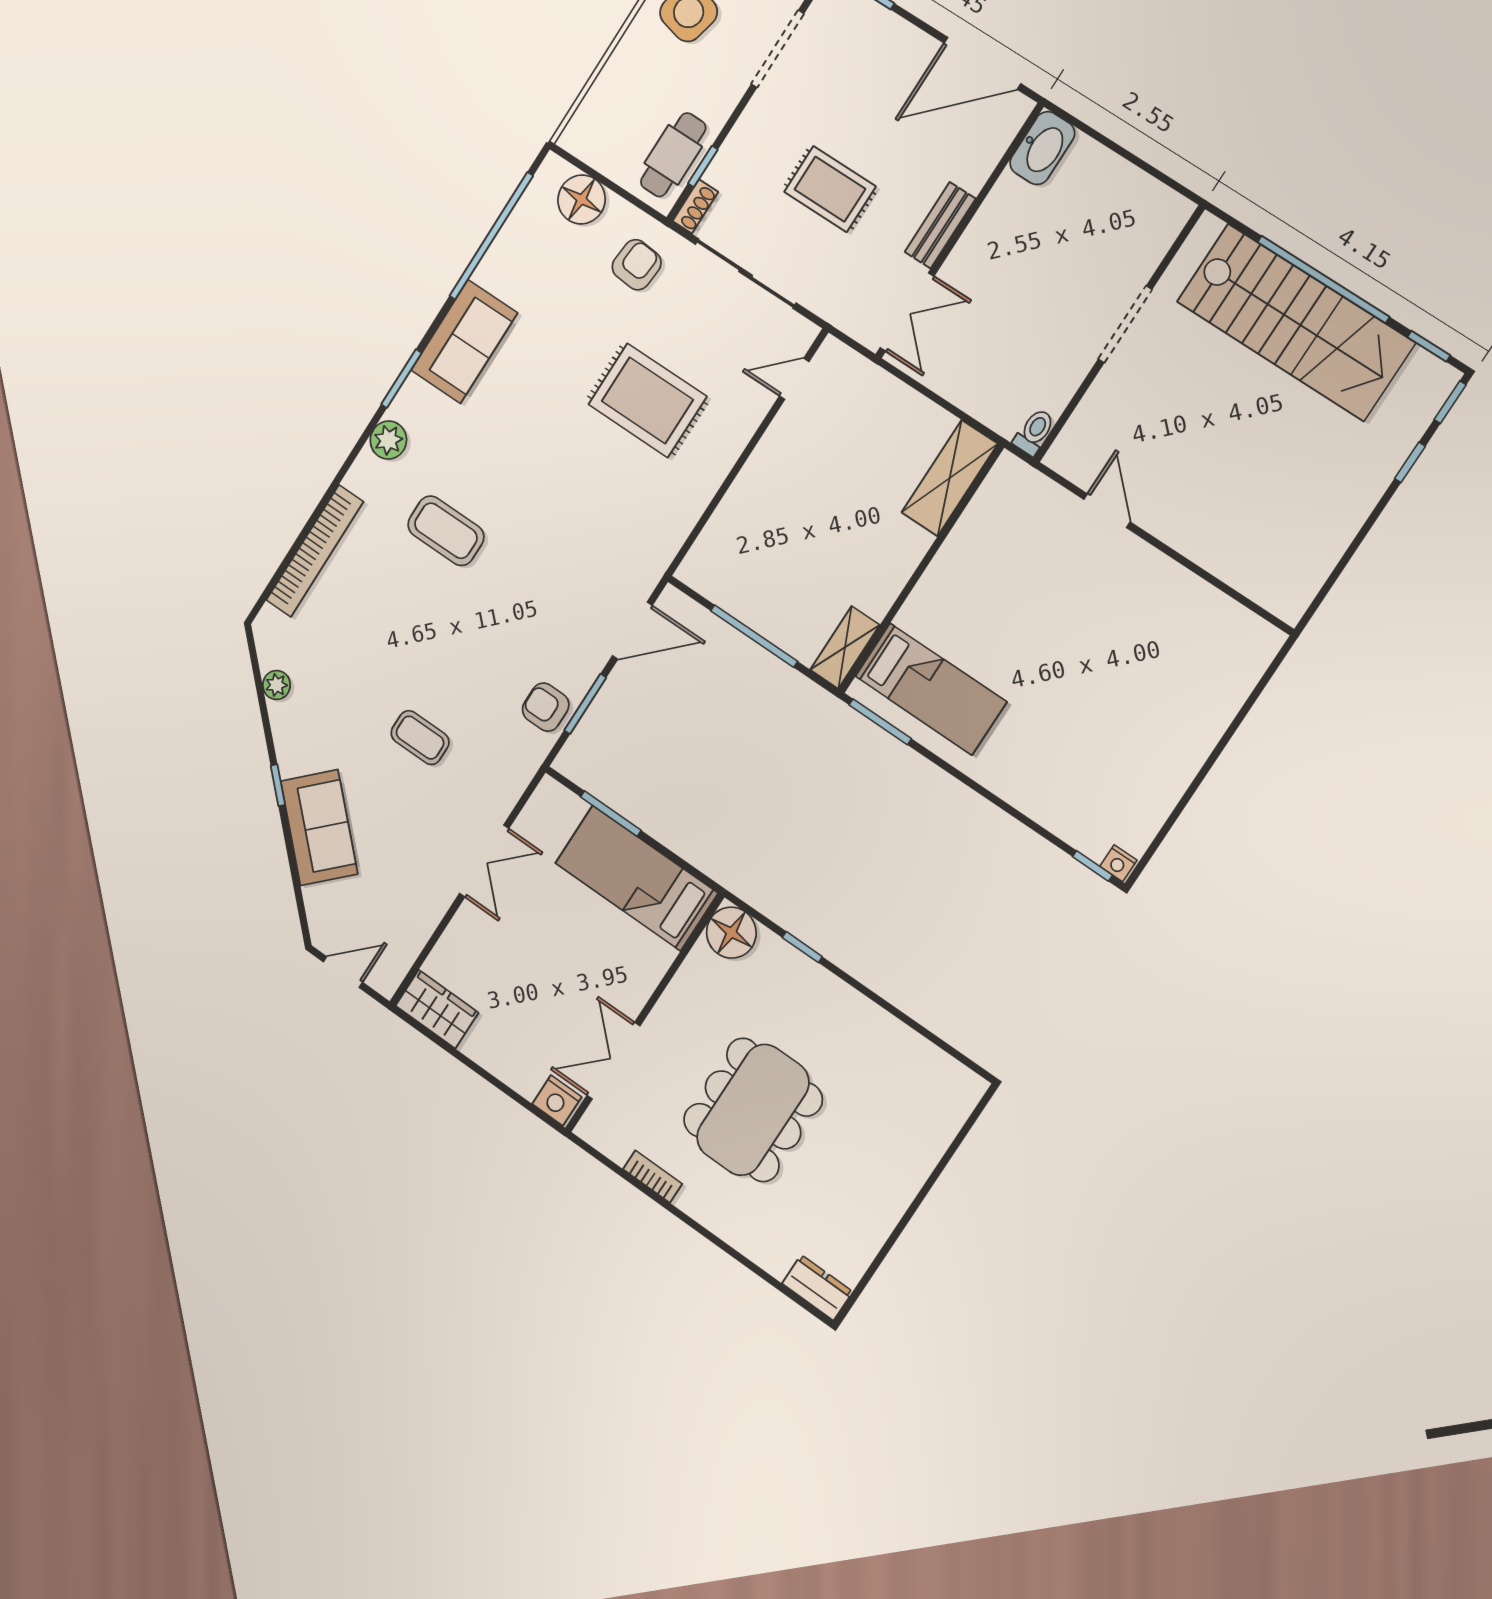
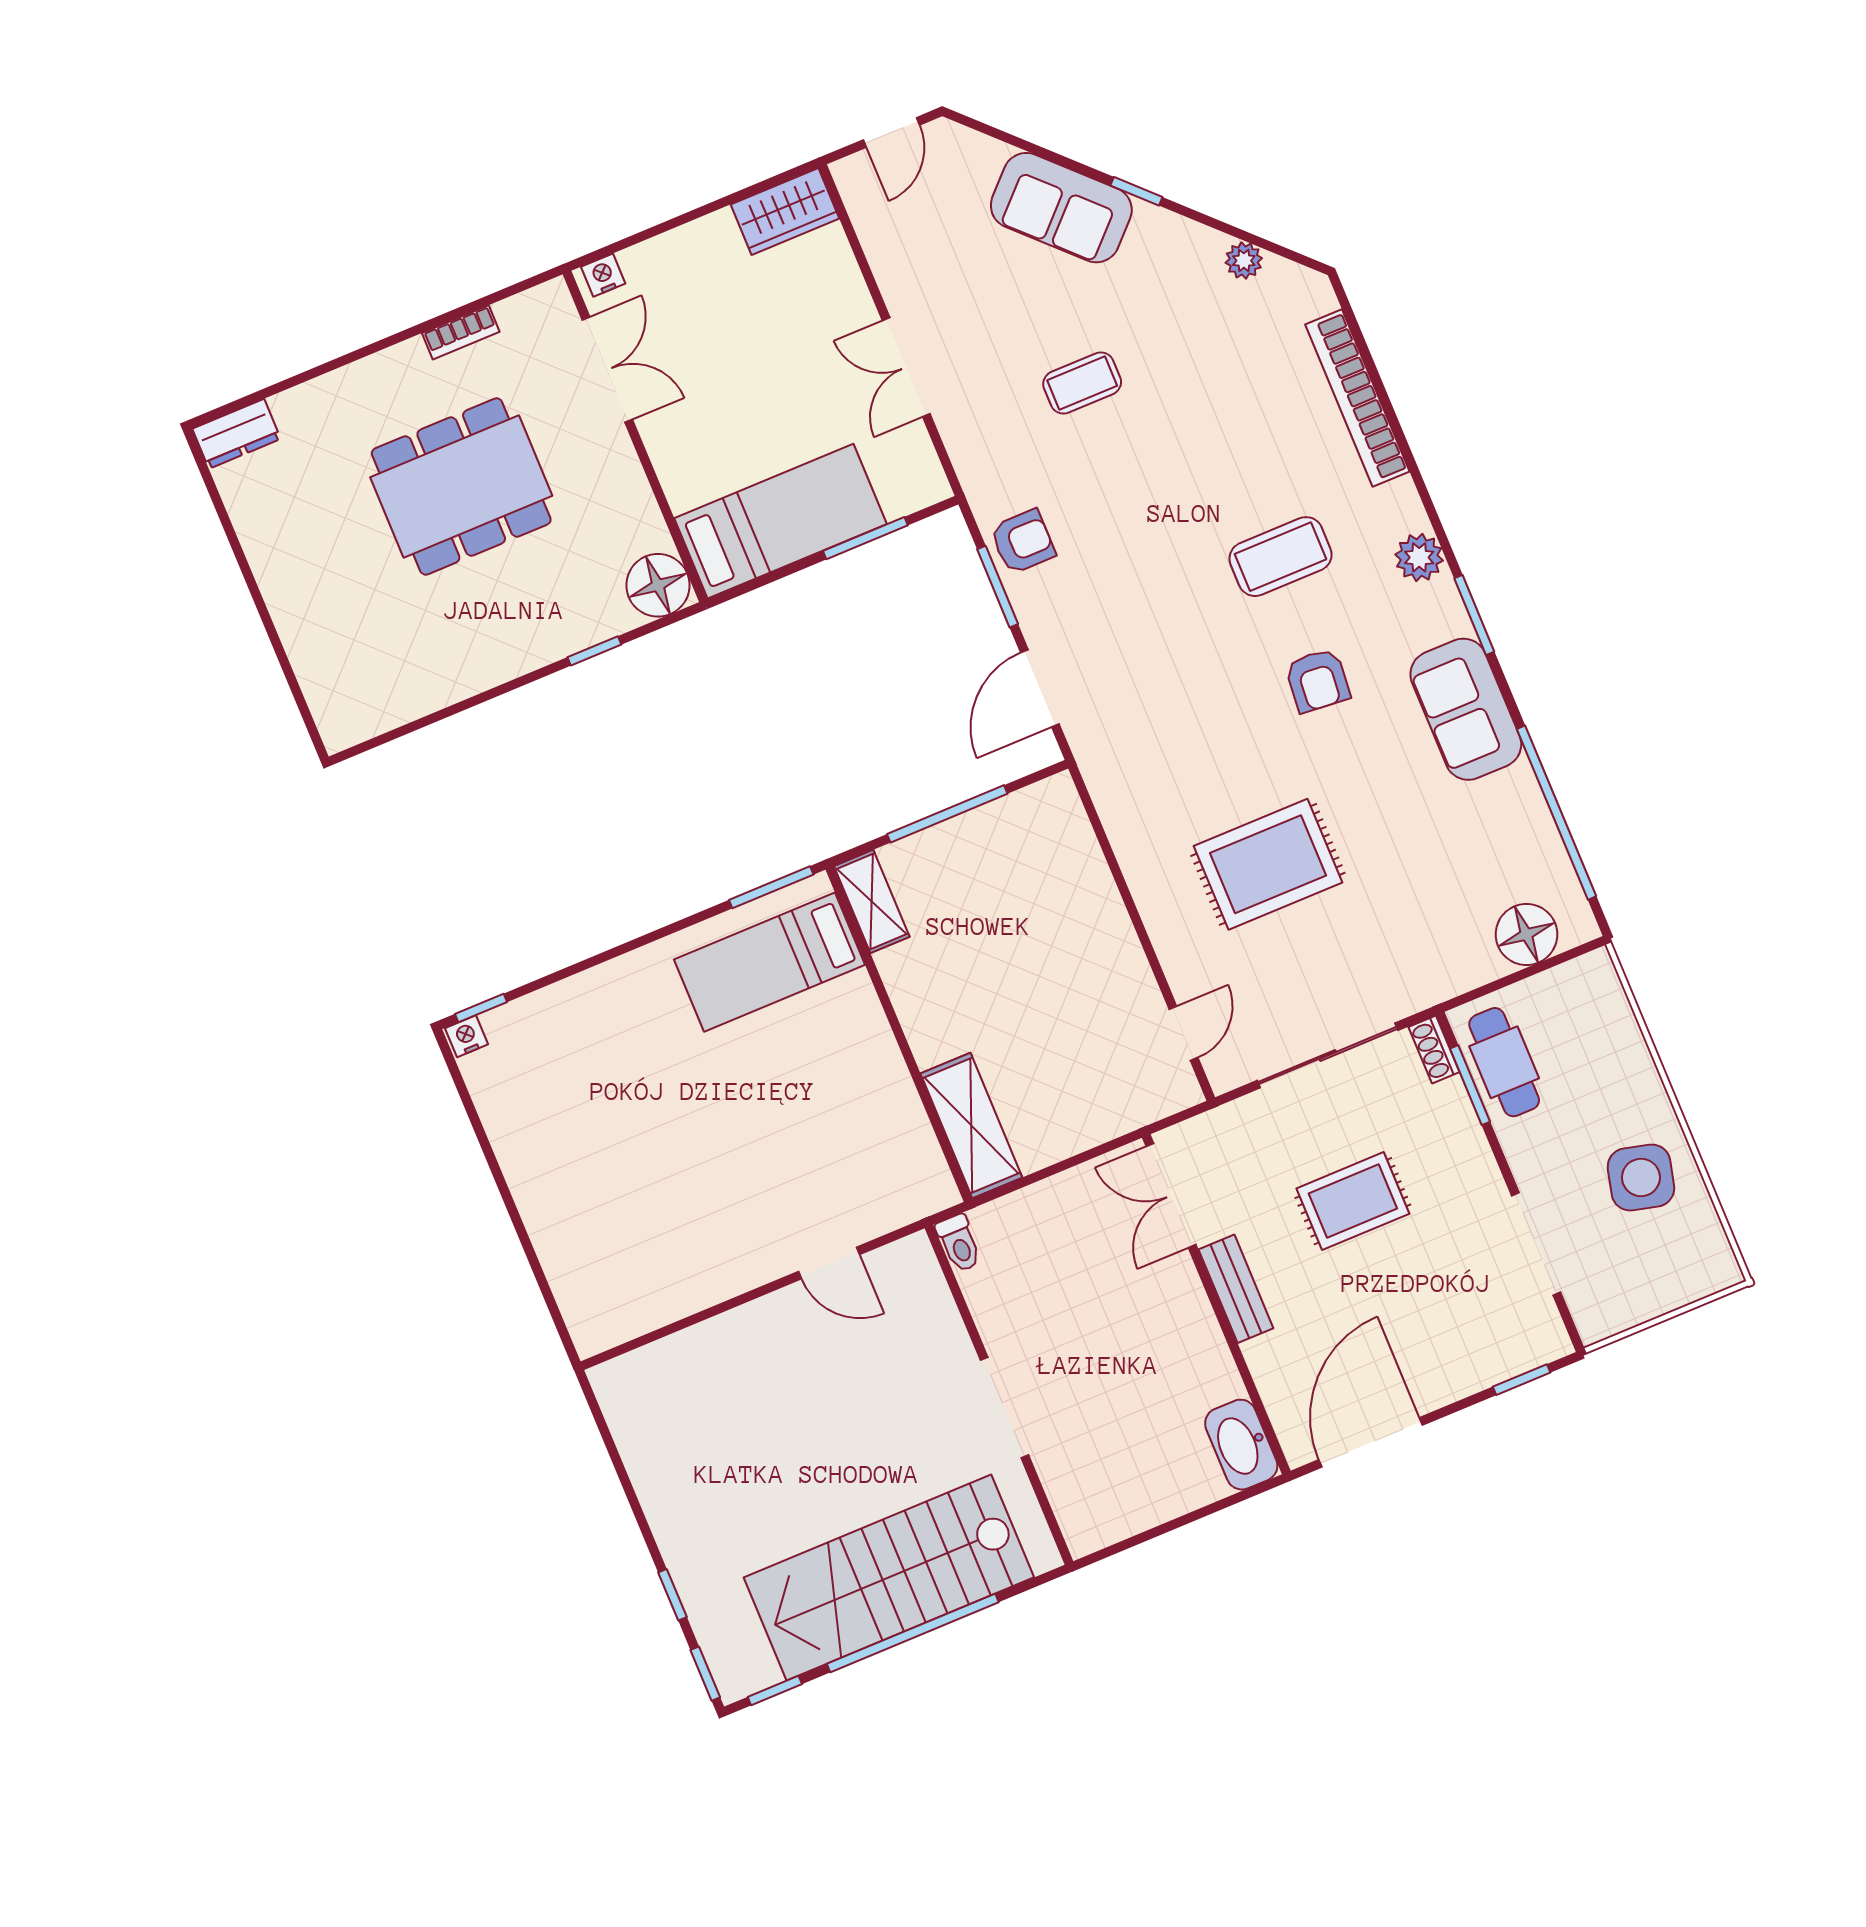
window: (703, 166) -> (1470, 1085), width x1.50
armchair: (637, 265) -> (1318, 680), moved
nightstand: (557, 1100) -> (603, 275), width x0.72, depth x0.74
dining table: (753, 1110) -> (461, 487), turned 90

